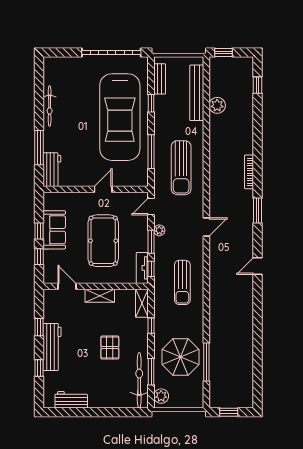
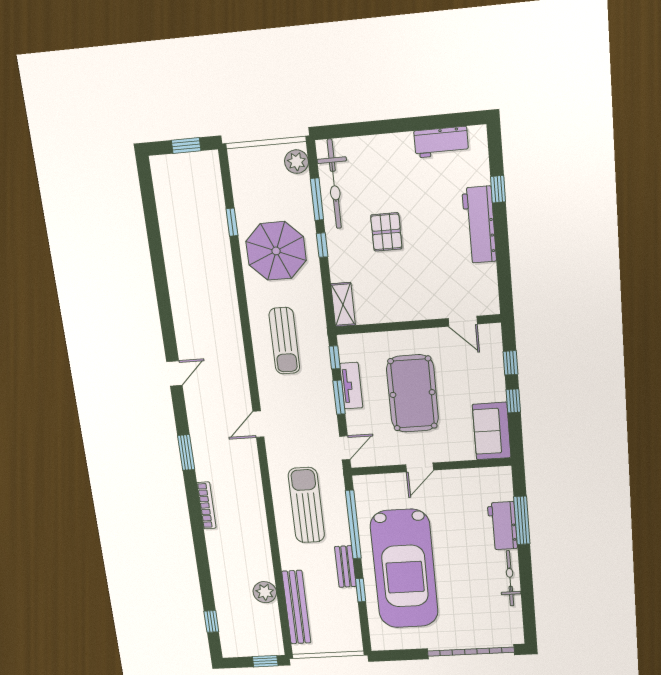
garage door: (111, 52) -> (471, 652), moved
bench: (160, 79) -> (345, 567), moved
car: (120, 117) -> (404, 569), turned 180
window: (151, 152) -> (353, 524), width x1.46
workbench: (52, 170) -> (503, 526), moved
sofa: (54, 230) -> (492, 431), moved
plant: (159, 230) -> (328, 415), removed
tv unit: (142, 268) -> (351, 386), moved
sun lounger: (182, 282) -> (284, 341), turned 180
shelving: (100, 296) -> (410, 311), removed
window: (151, 326) -> (322, 245), moved
window: (39, 327) -> (503, 254), removed
parasol: (181, 357) -> (276, 251), moved
window: (206, 362) -> (232, 222), width x0.46

